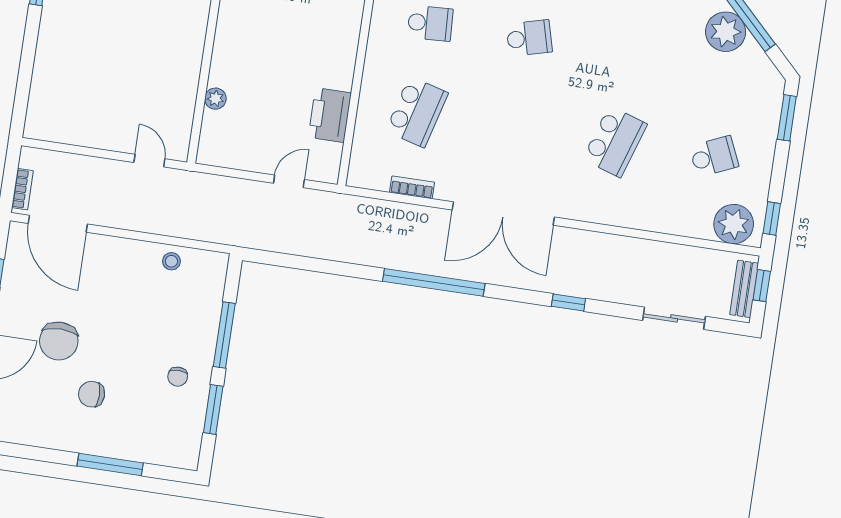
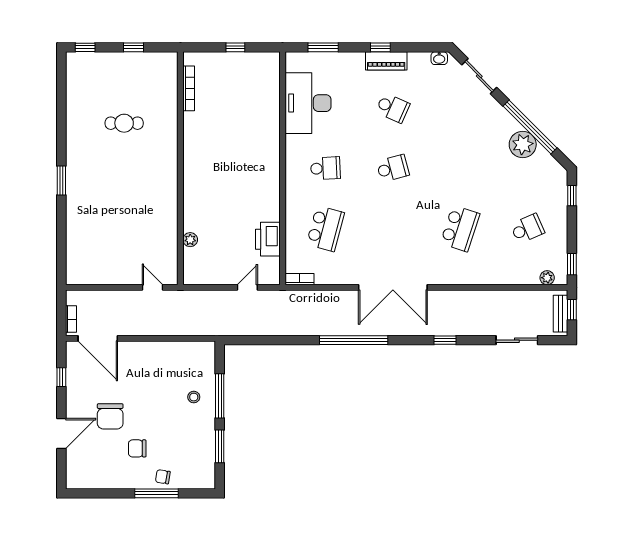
window: (787, 118) -> (572, 196), width x0.67
bookcase: (412, 187) -> (300, 279), moved
plant: (734, 224) -> (547, 278), width x0.53, depth x0.53
stool: (171, 261) -> (194, 397), moved
chair: (178, 377) -> (163, 477), moved, turned 99

